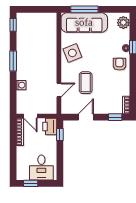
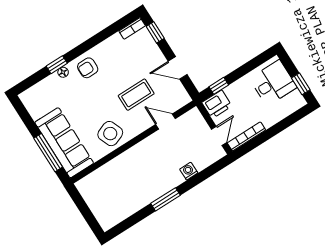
plant: (123, 23) -> (34, 95), removed
window: (13, 25) -> (122, 227), removed

